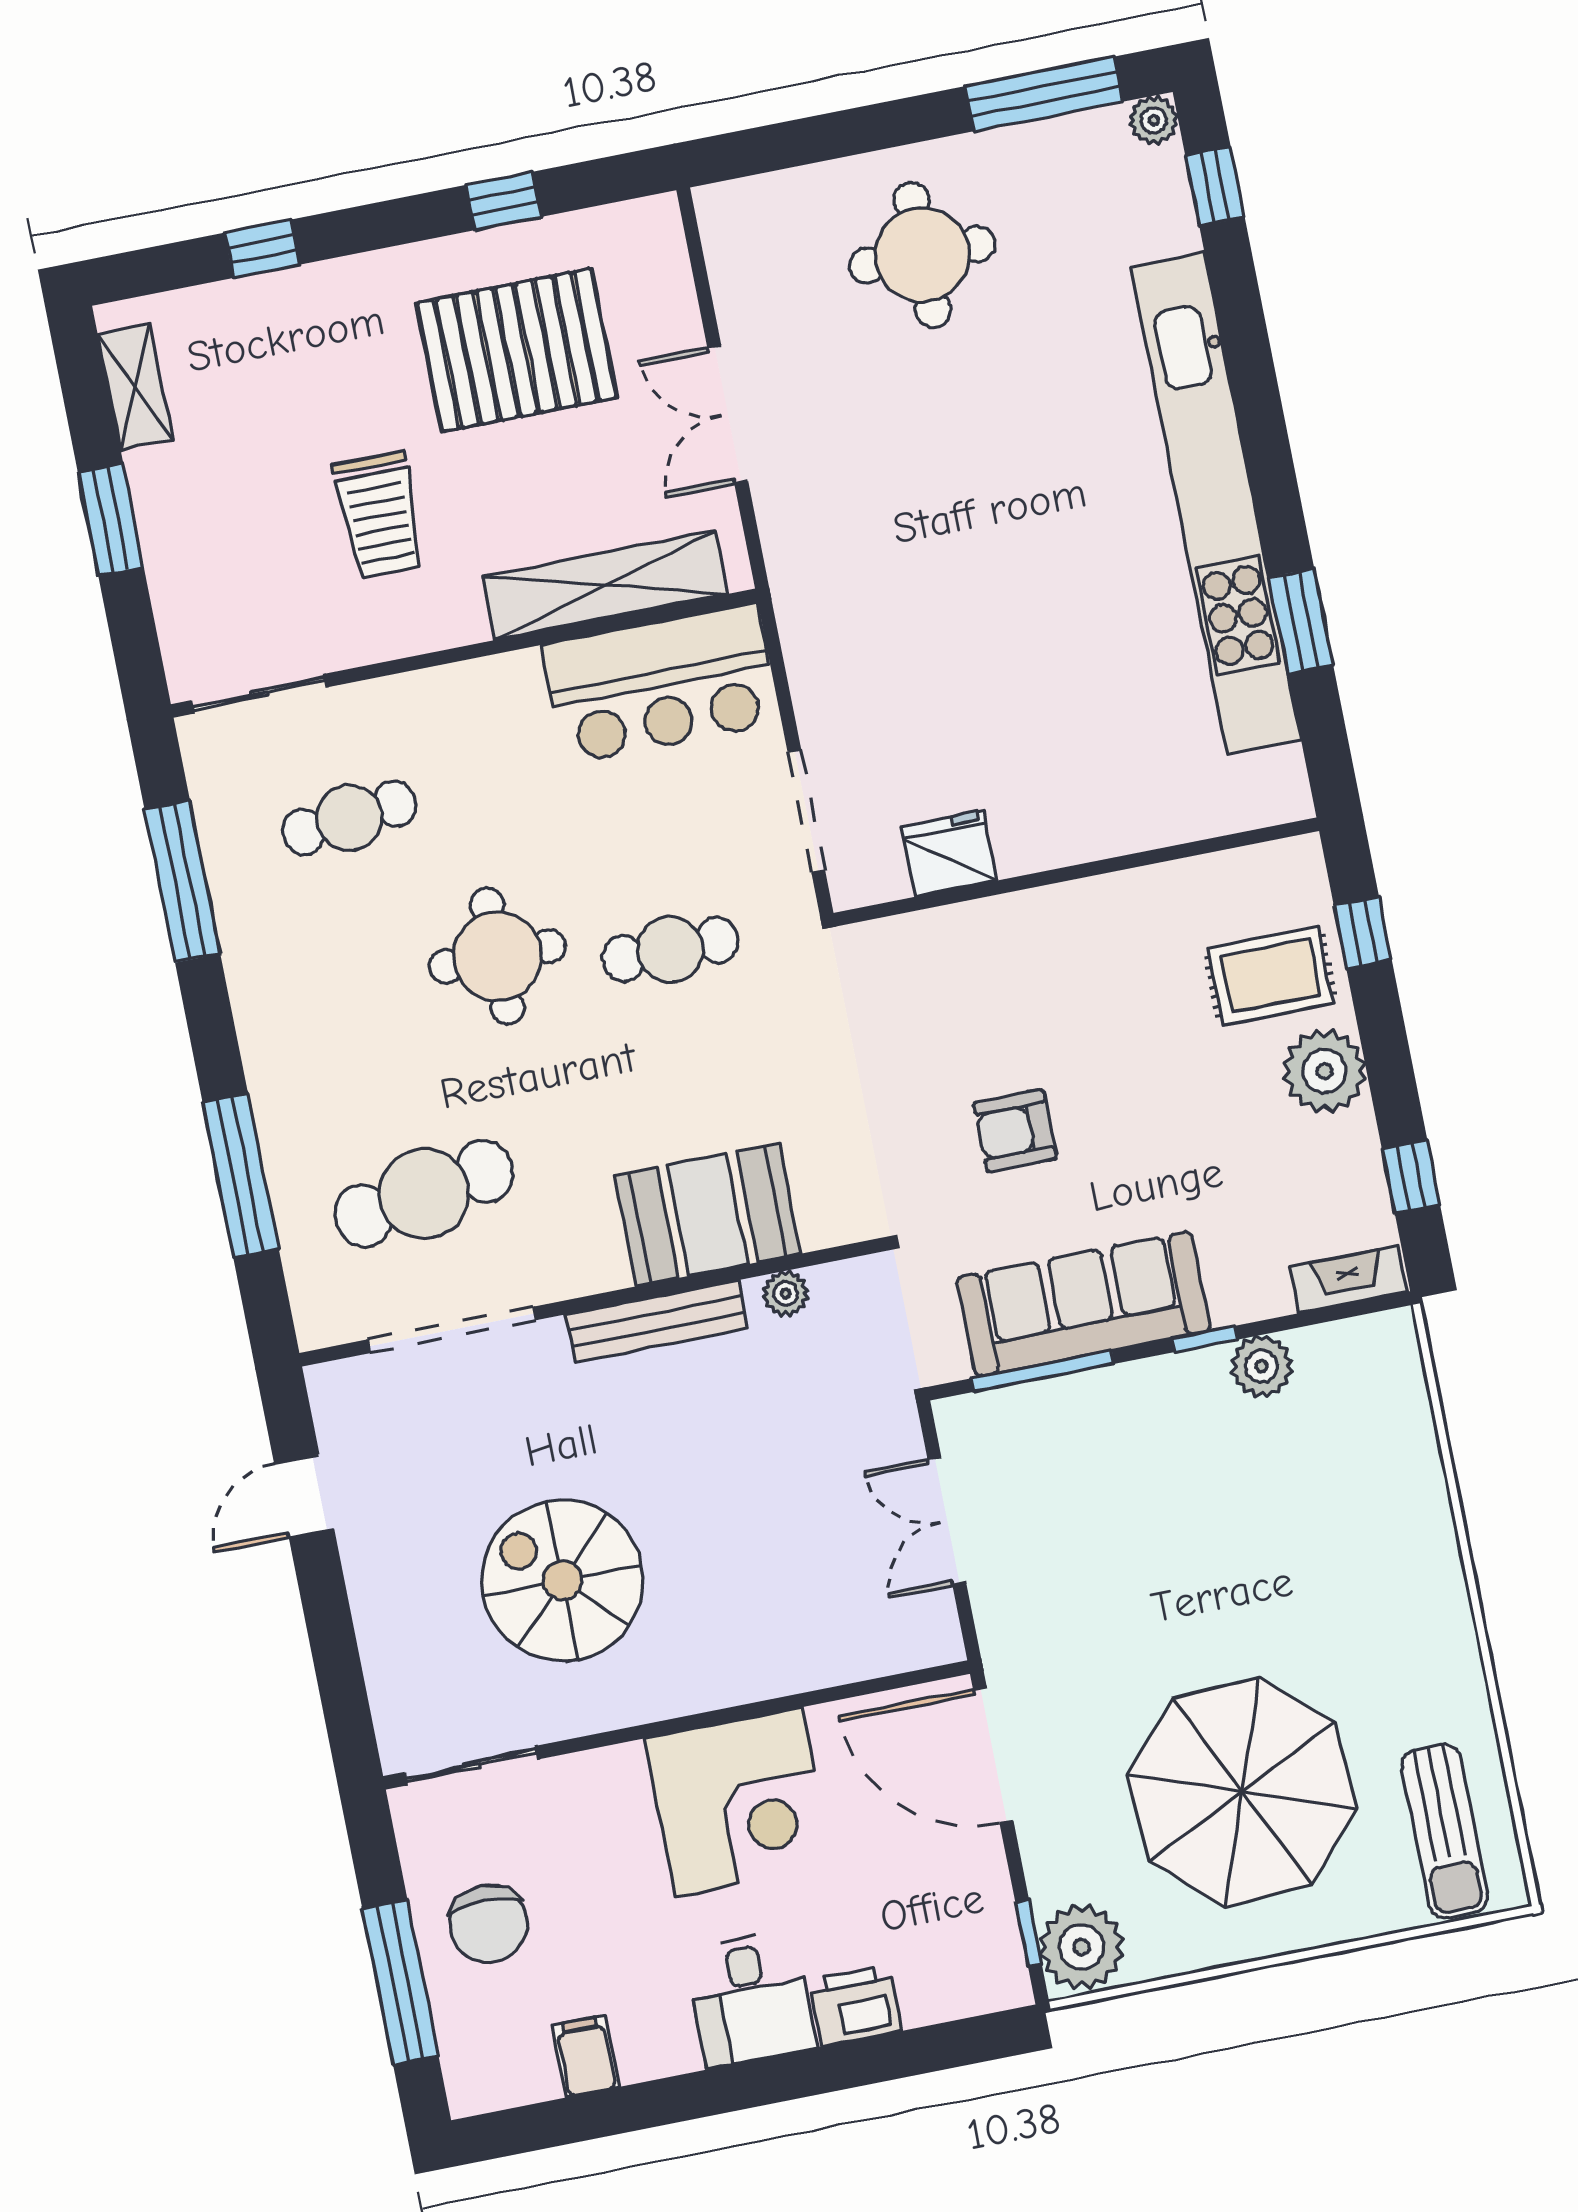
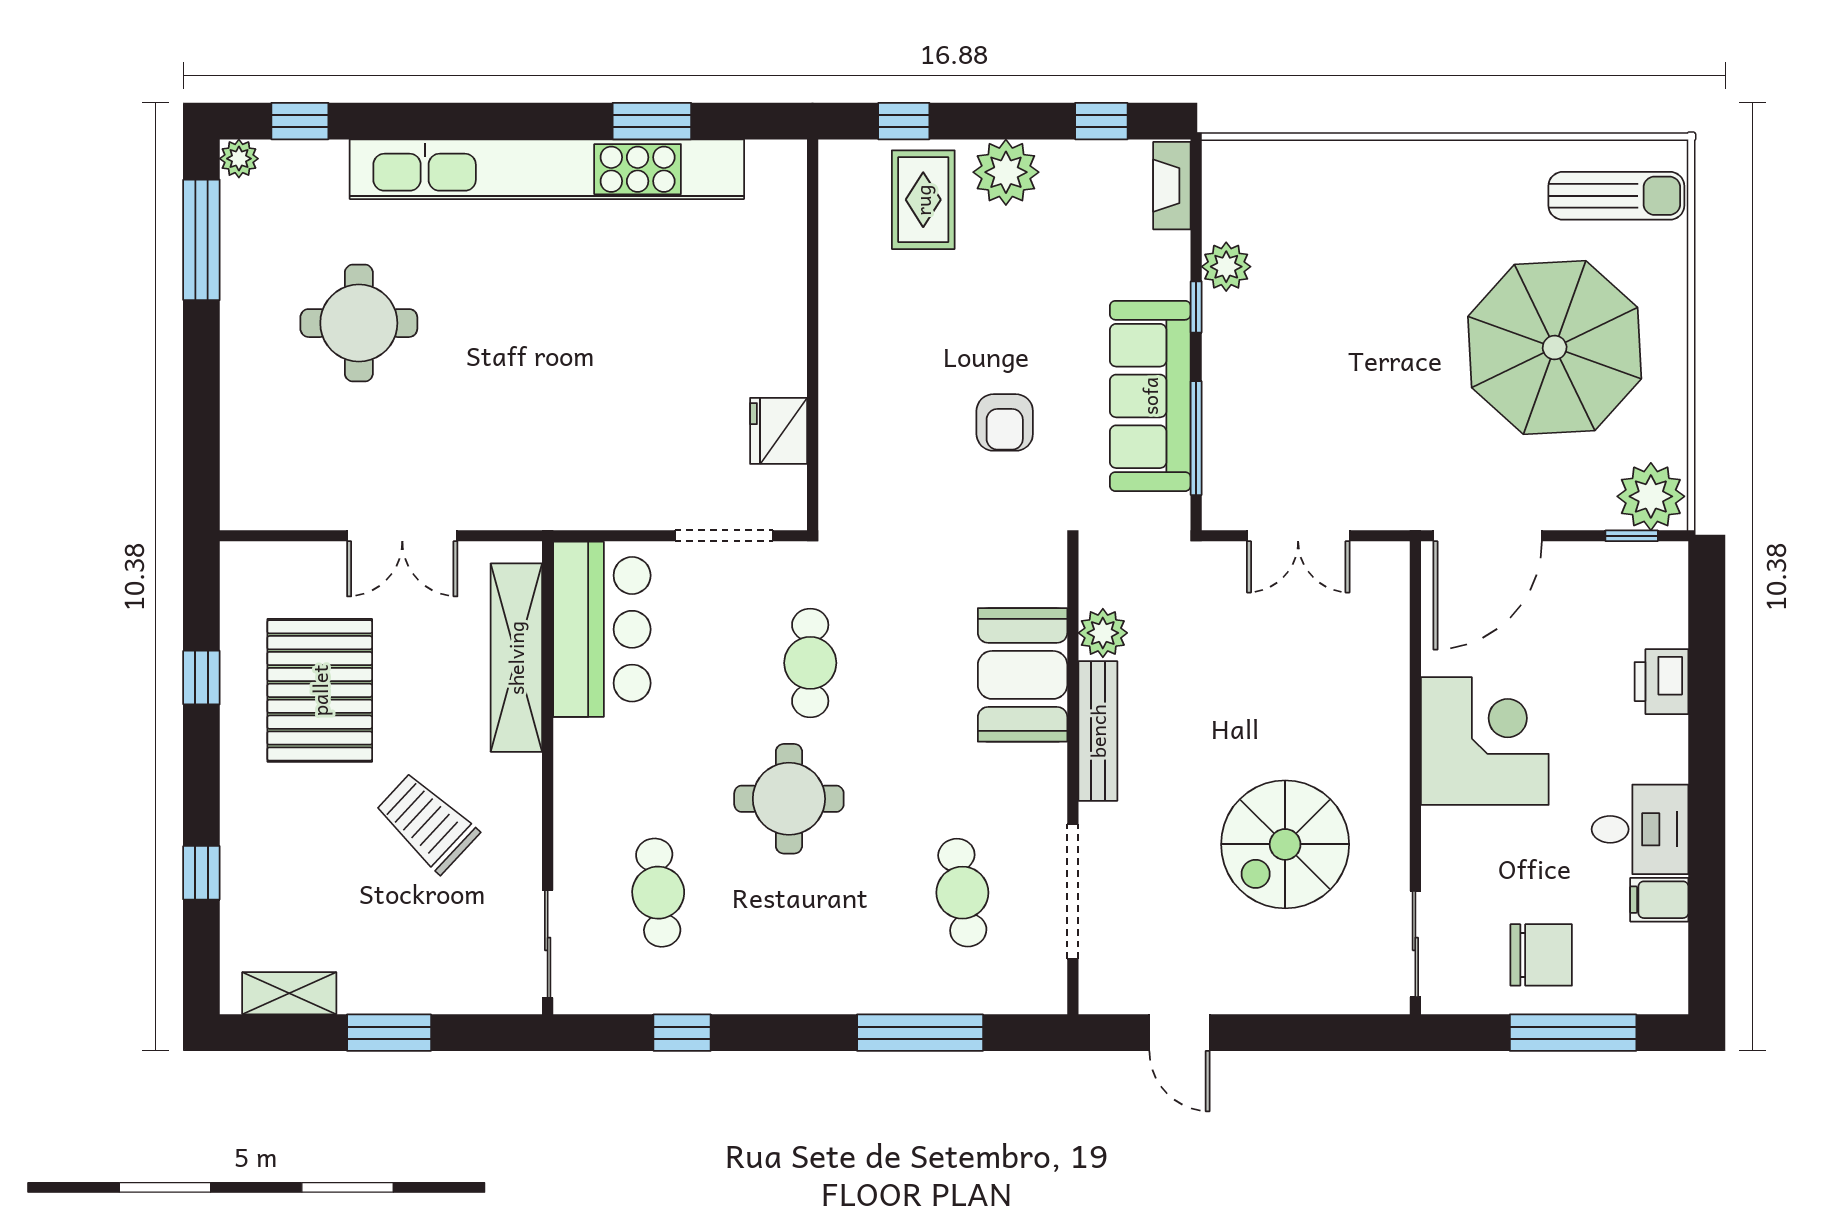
round table: (922, 255) -> (359, 323), moved
trolley: (379, 515) -> (427, 823), turned -137
window: (182, 882) -> (682, 1033), width x0.46
cafe table: (424, 1193) -> (962, 893), width x0.73, depth x0.74
plant: (786, 1294) -> (1103, 633), width x1.38, depth x1.38
desk: (750, 1999) -> (1640, 829), moved

